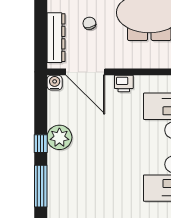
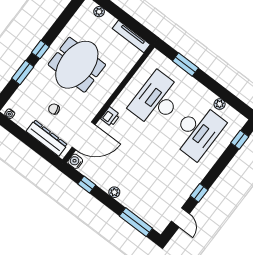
plant: (59, 137) -> (114, 192), width x0.53, depth x0.53
window: (41, 144) -> (87, 185), moved

